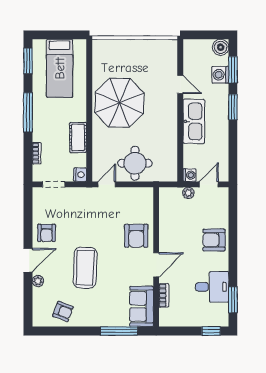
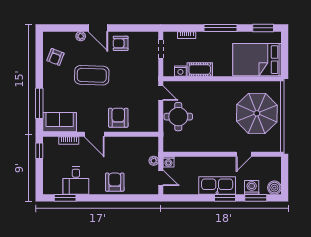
bed: (60, 68) -> (257, 60), width x1.50
parasol: (119, 103) -> (257, 113), moved
kitchen sink: (194, 121) -> (217, 186), moved, turned 180
nightstand: (80, 175) -> (180, 71), moved
armchair: (136, 236) -> (118, 118), turned 90
window: (211, 331) -> (39, 151), moved

